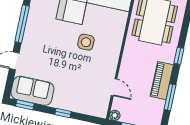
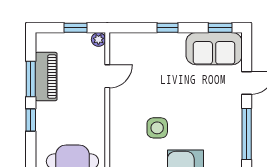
window: (179, 56) -> (31, 120), moved
piano: (162, 81) -> (46, 77), moved
door: (114, 87) -> (107, 76), swing flipped

